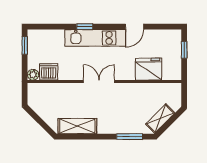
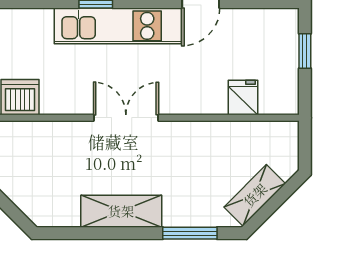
fridge: (149, 69) -> (243, 97), width x0.53, depth x0.75
shelving: (77, 126) -> (121, 211), moved

